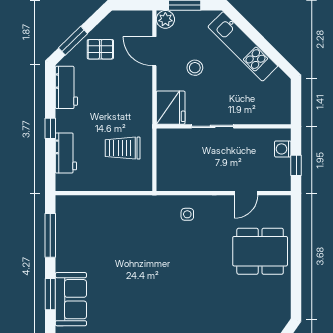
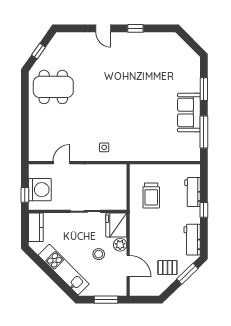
plant: (165, 19) -> (120, 245), moved
kitchen counter: (281, 105) -> (36, 227), added
trolley: (123, 148) -> (151, 196), turned 90
washing machine: (283, 149) -> (40, 190), width x1.89, depth x1.89
window: (296, 165) -> (25, 195), moved
dining table: (260, 251) -> (53, 87), moved
sofa: (71, 299) -> (189, 113), moved

